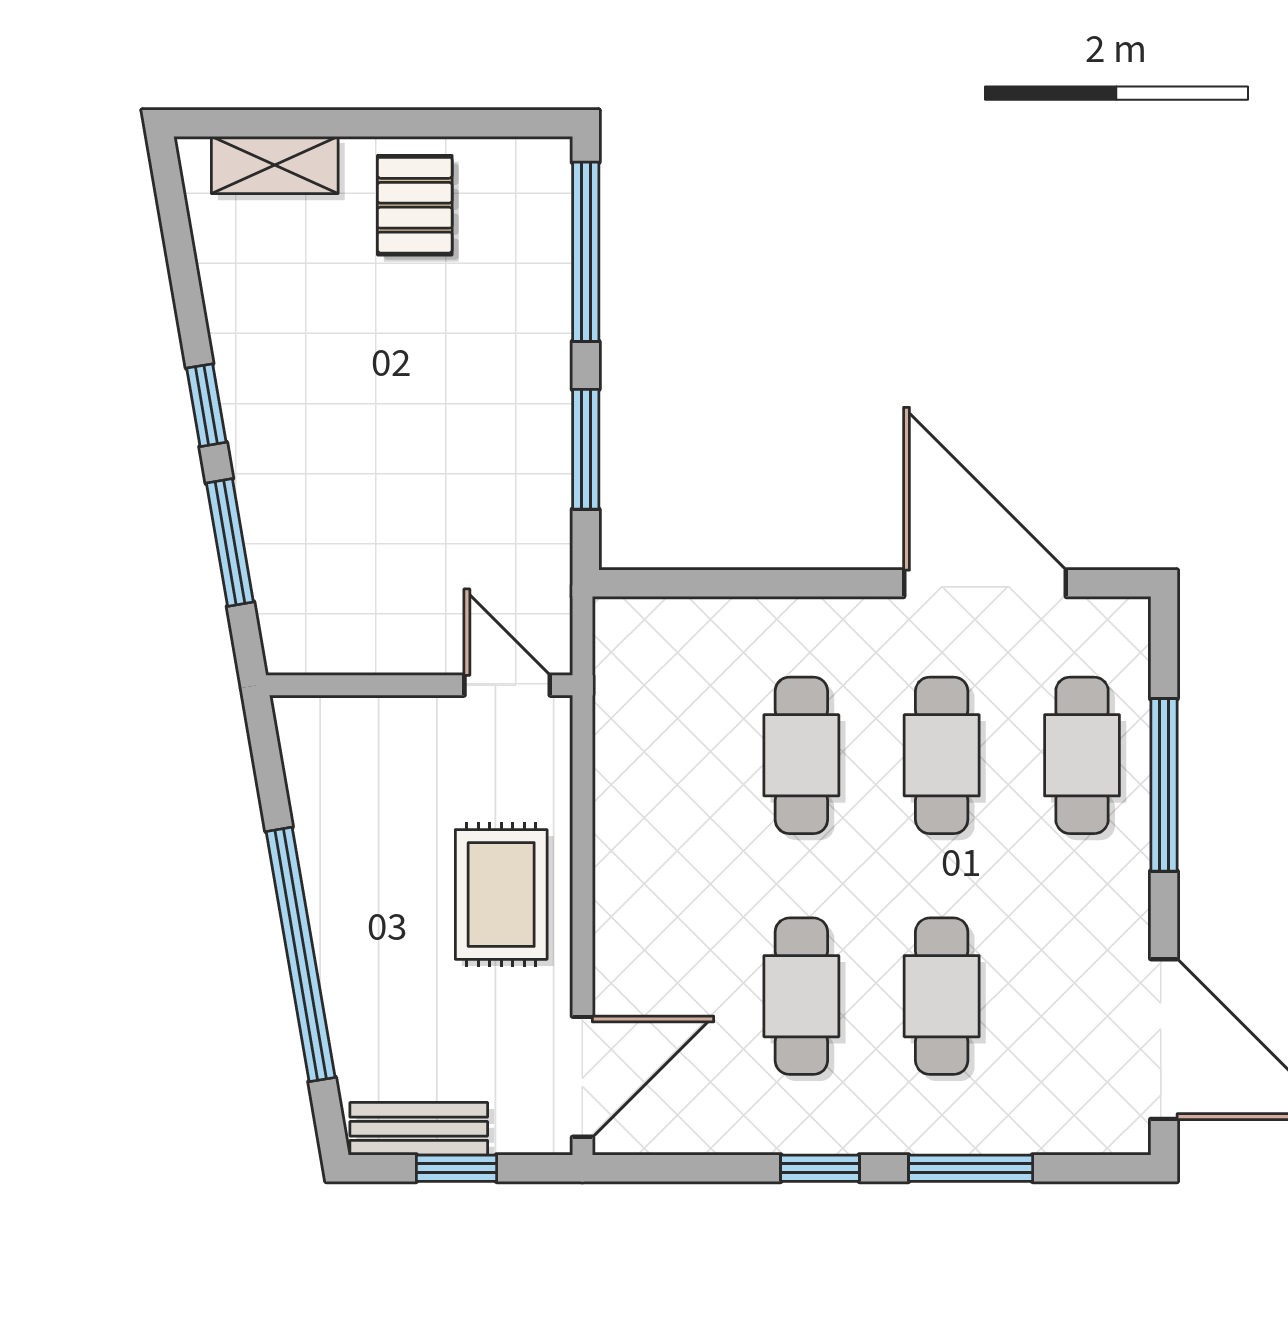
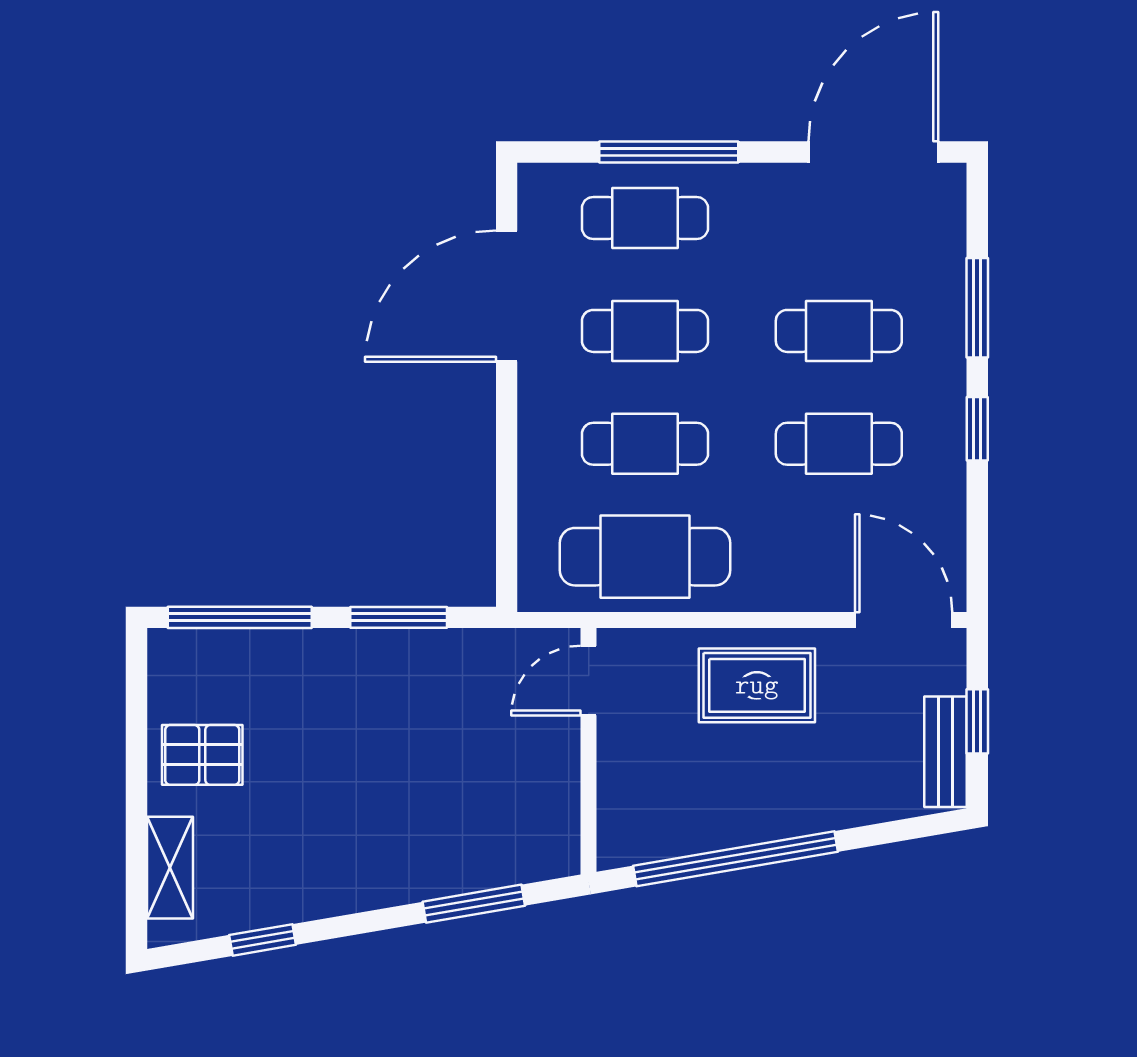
window: (206, 405) -> (263, 940), moved
cafe table: (661, 755) -> (645, 557), added
window: (301, 954) -> (735, 859), moved

